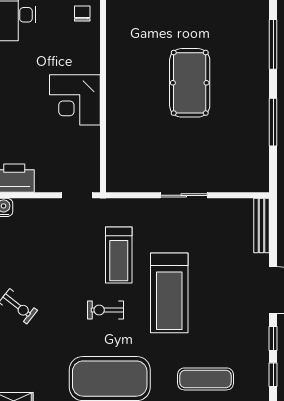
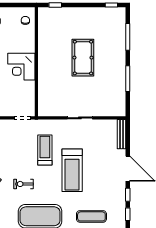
treadmill: (119, 255) -> (45, 150), turned 180
exercise bike: (106, 310) -> (24, 184), moved

